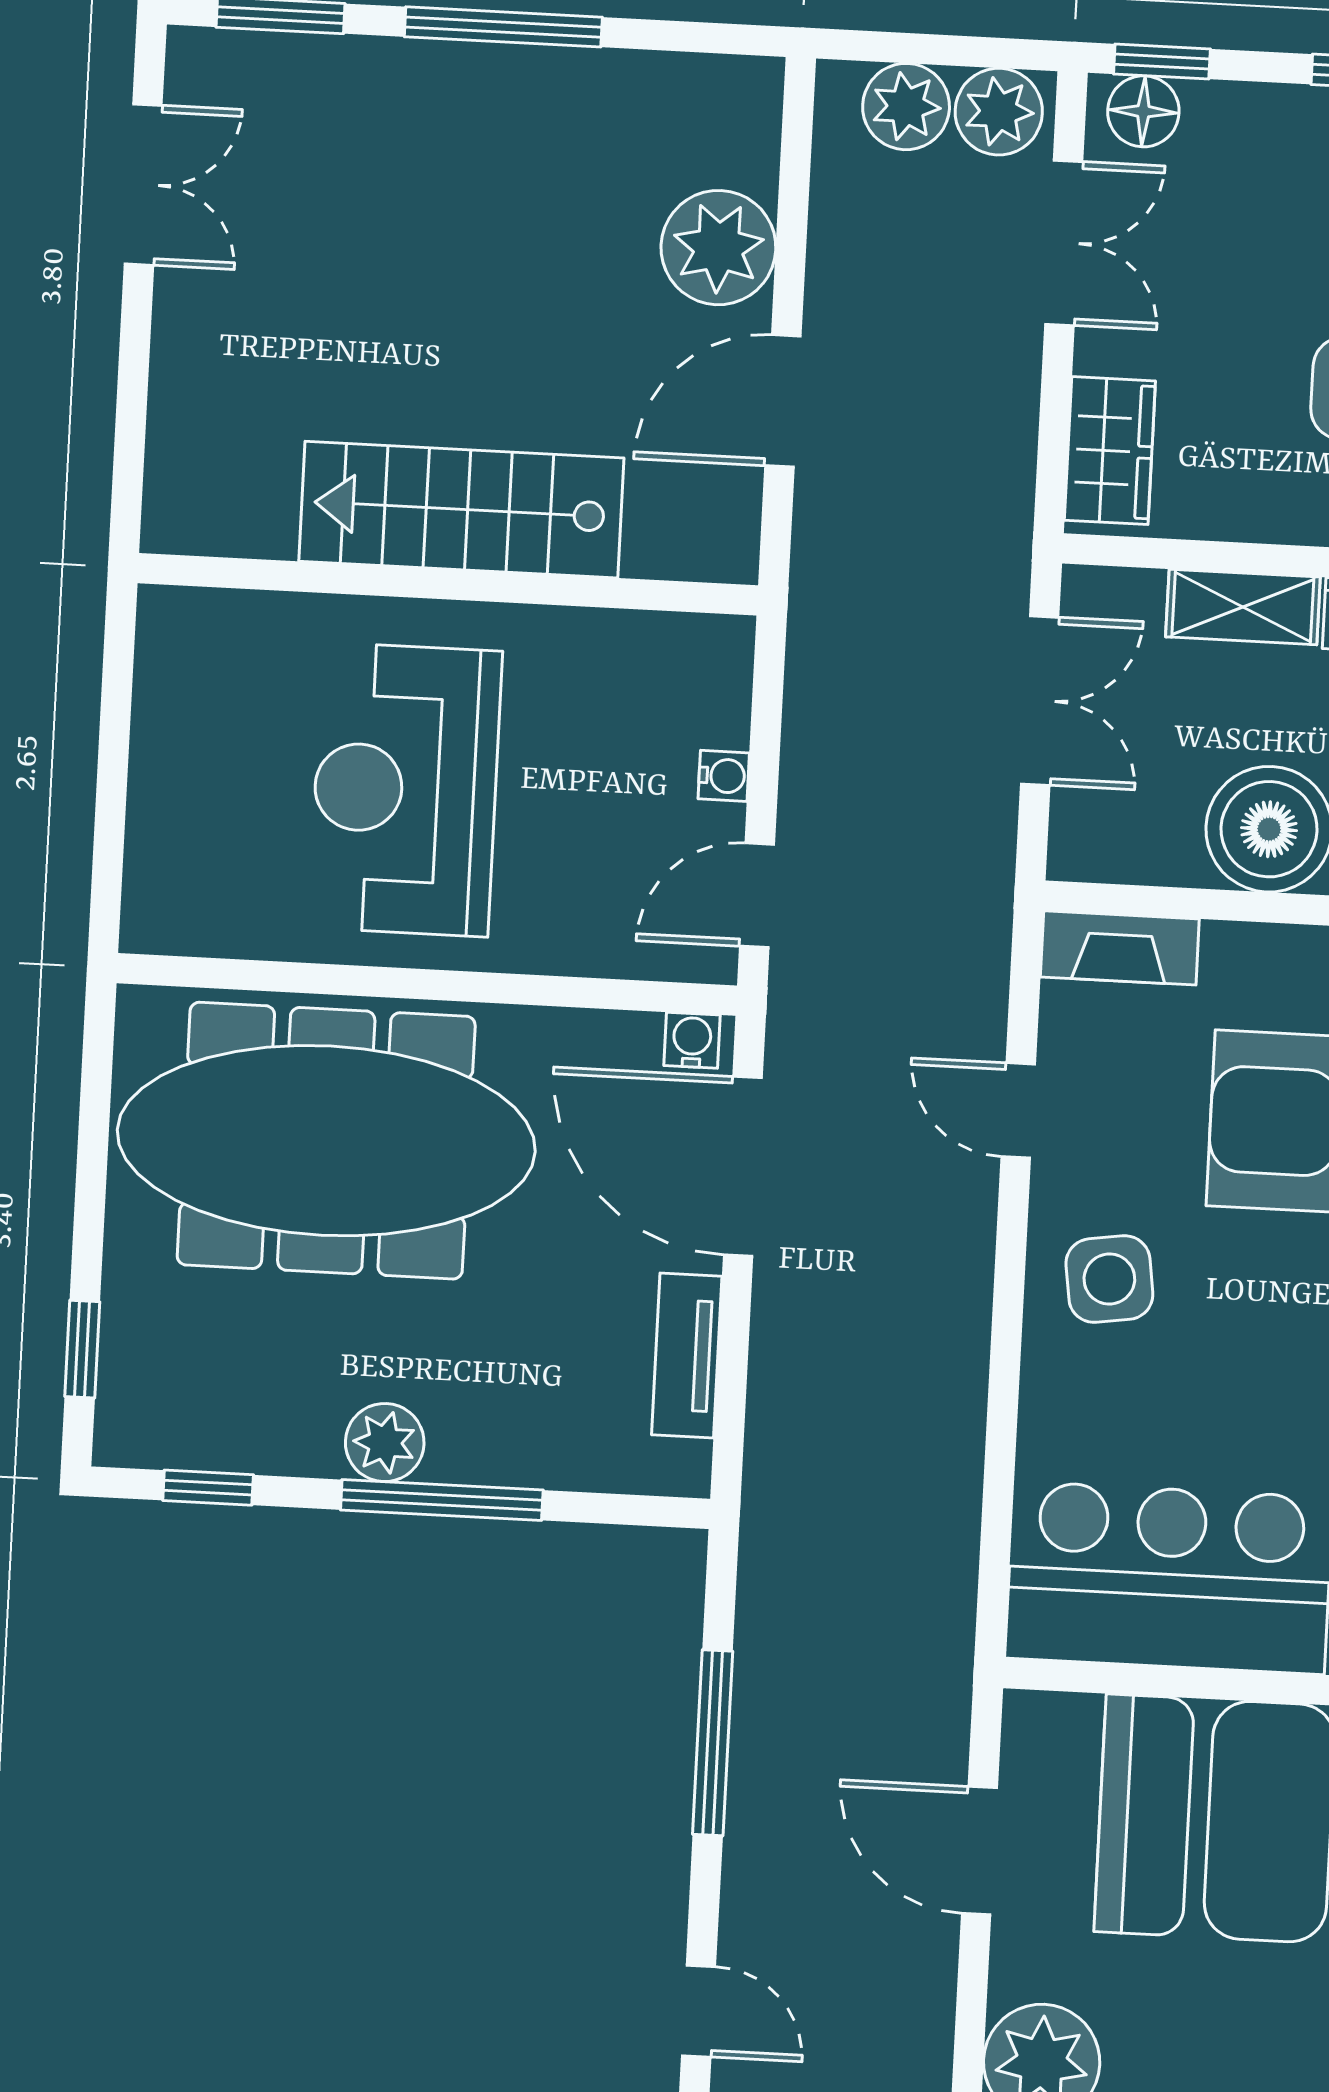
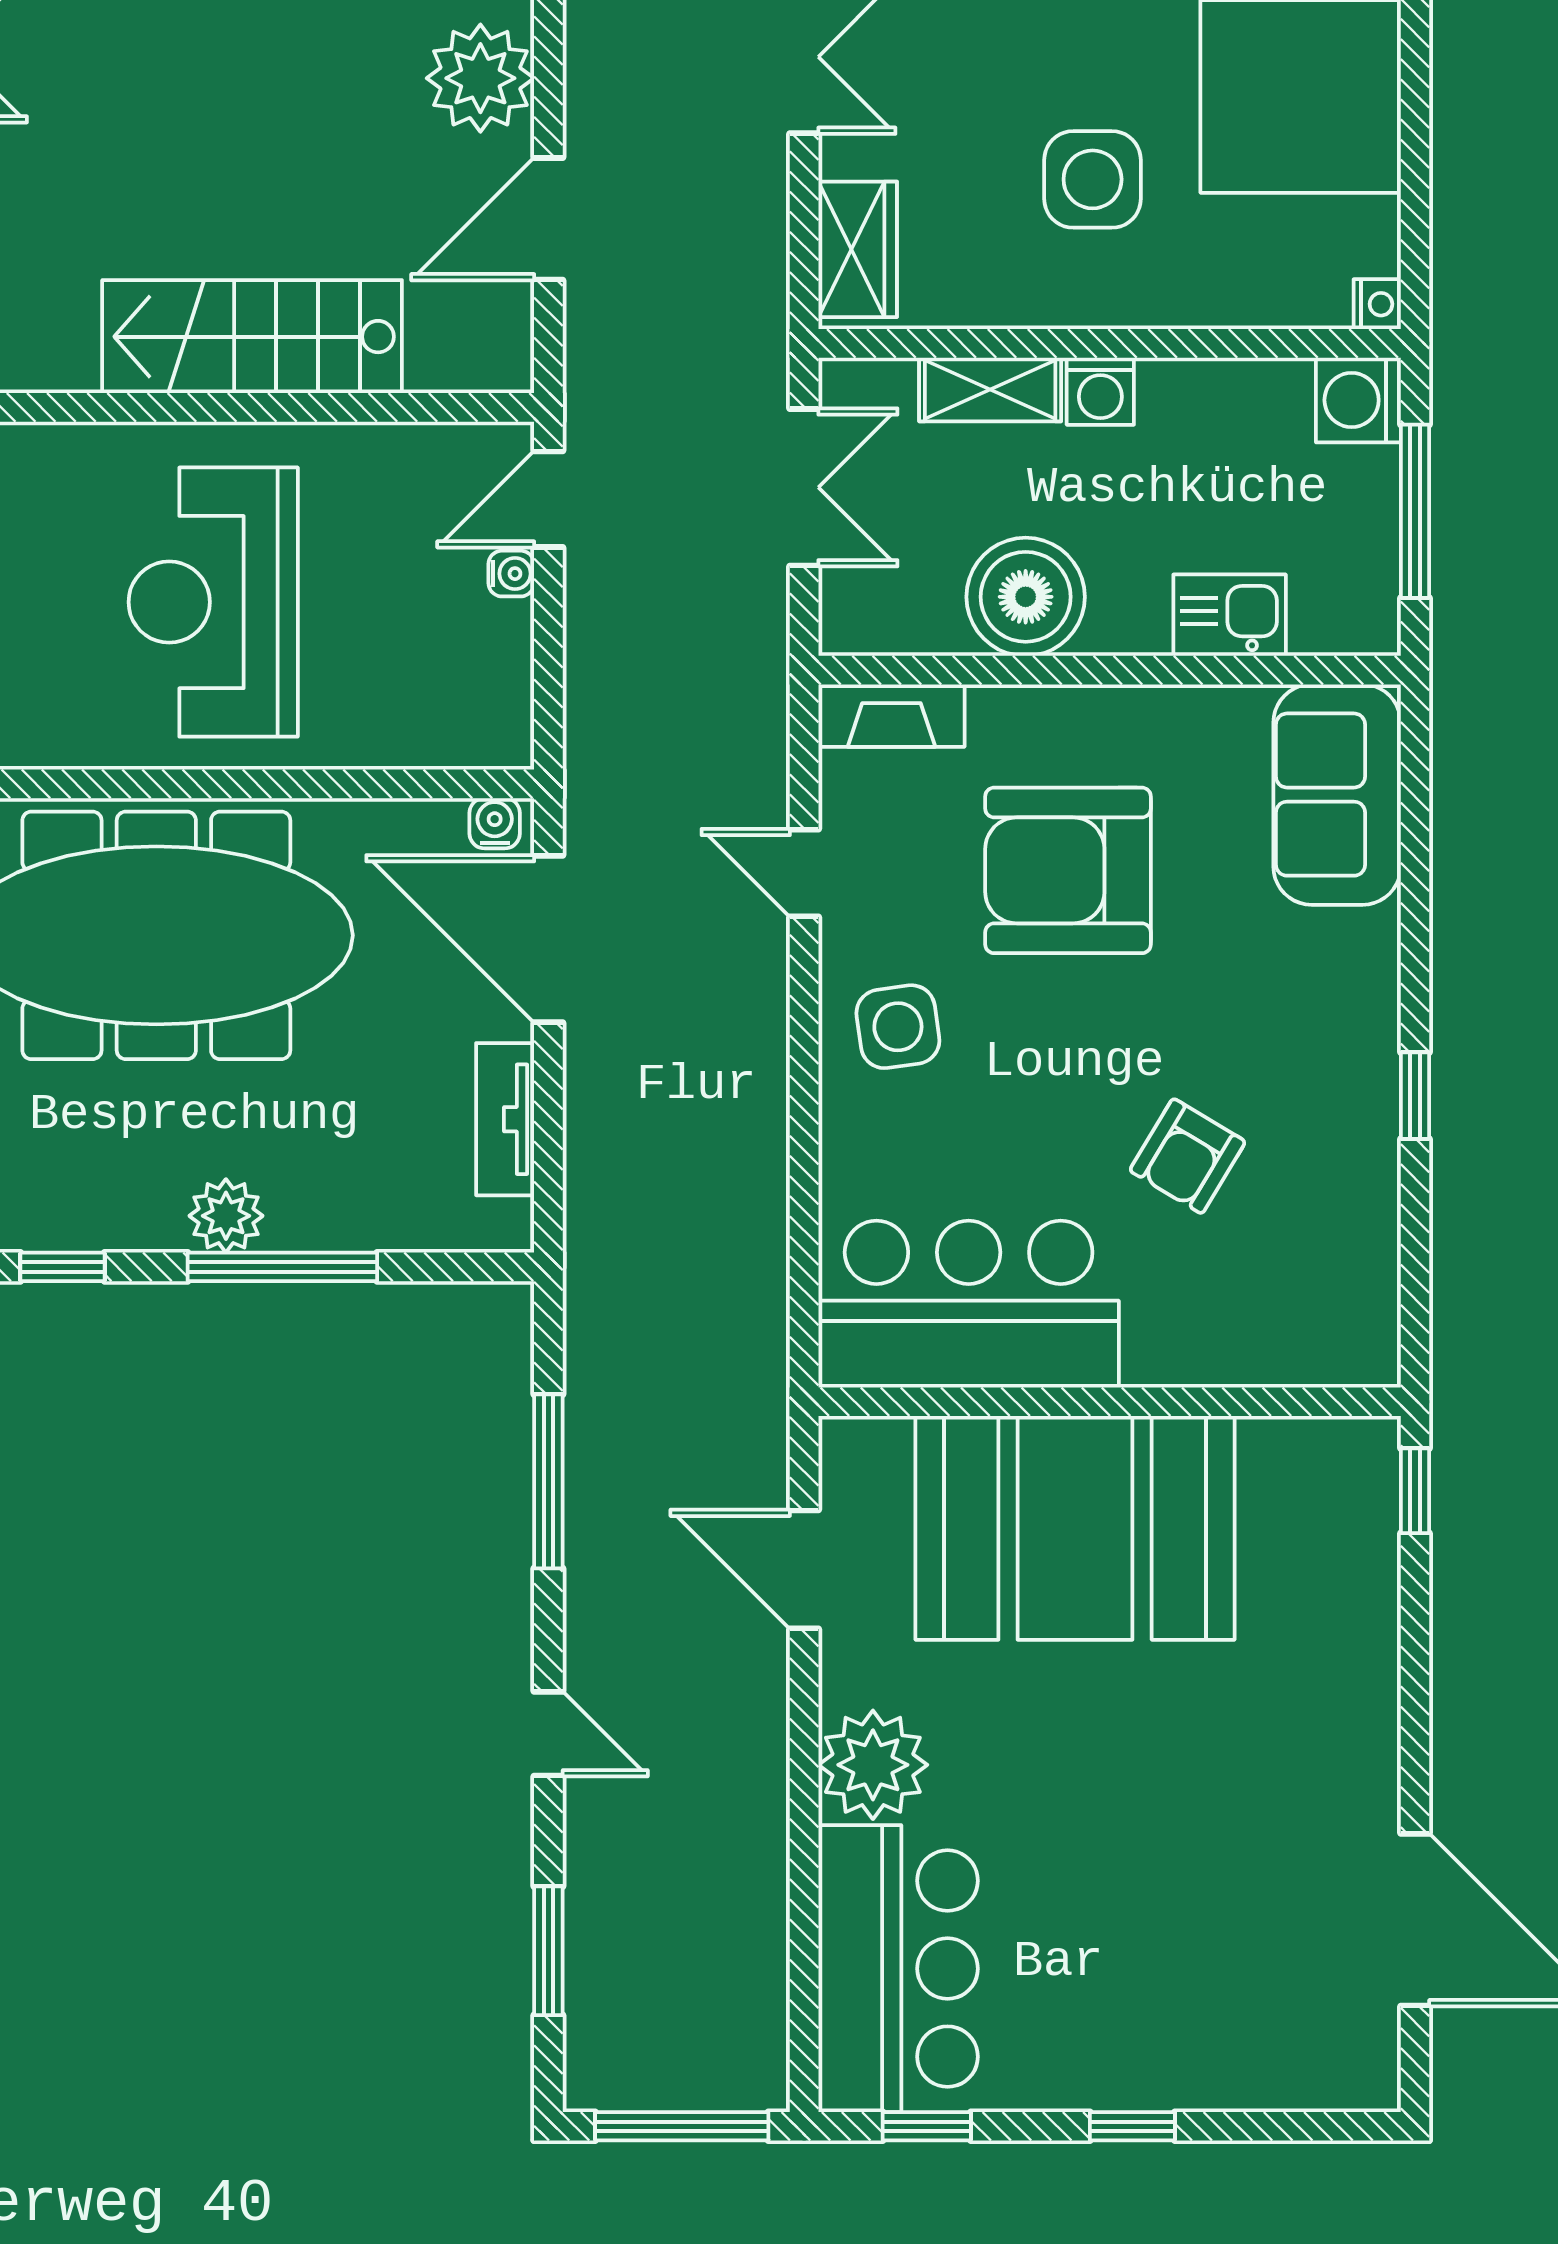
door: (757, 895) -> (548, 499), moved

